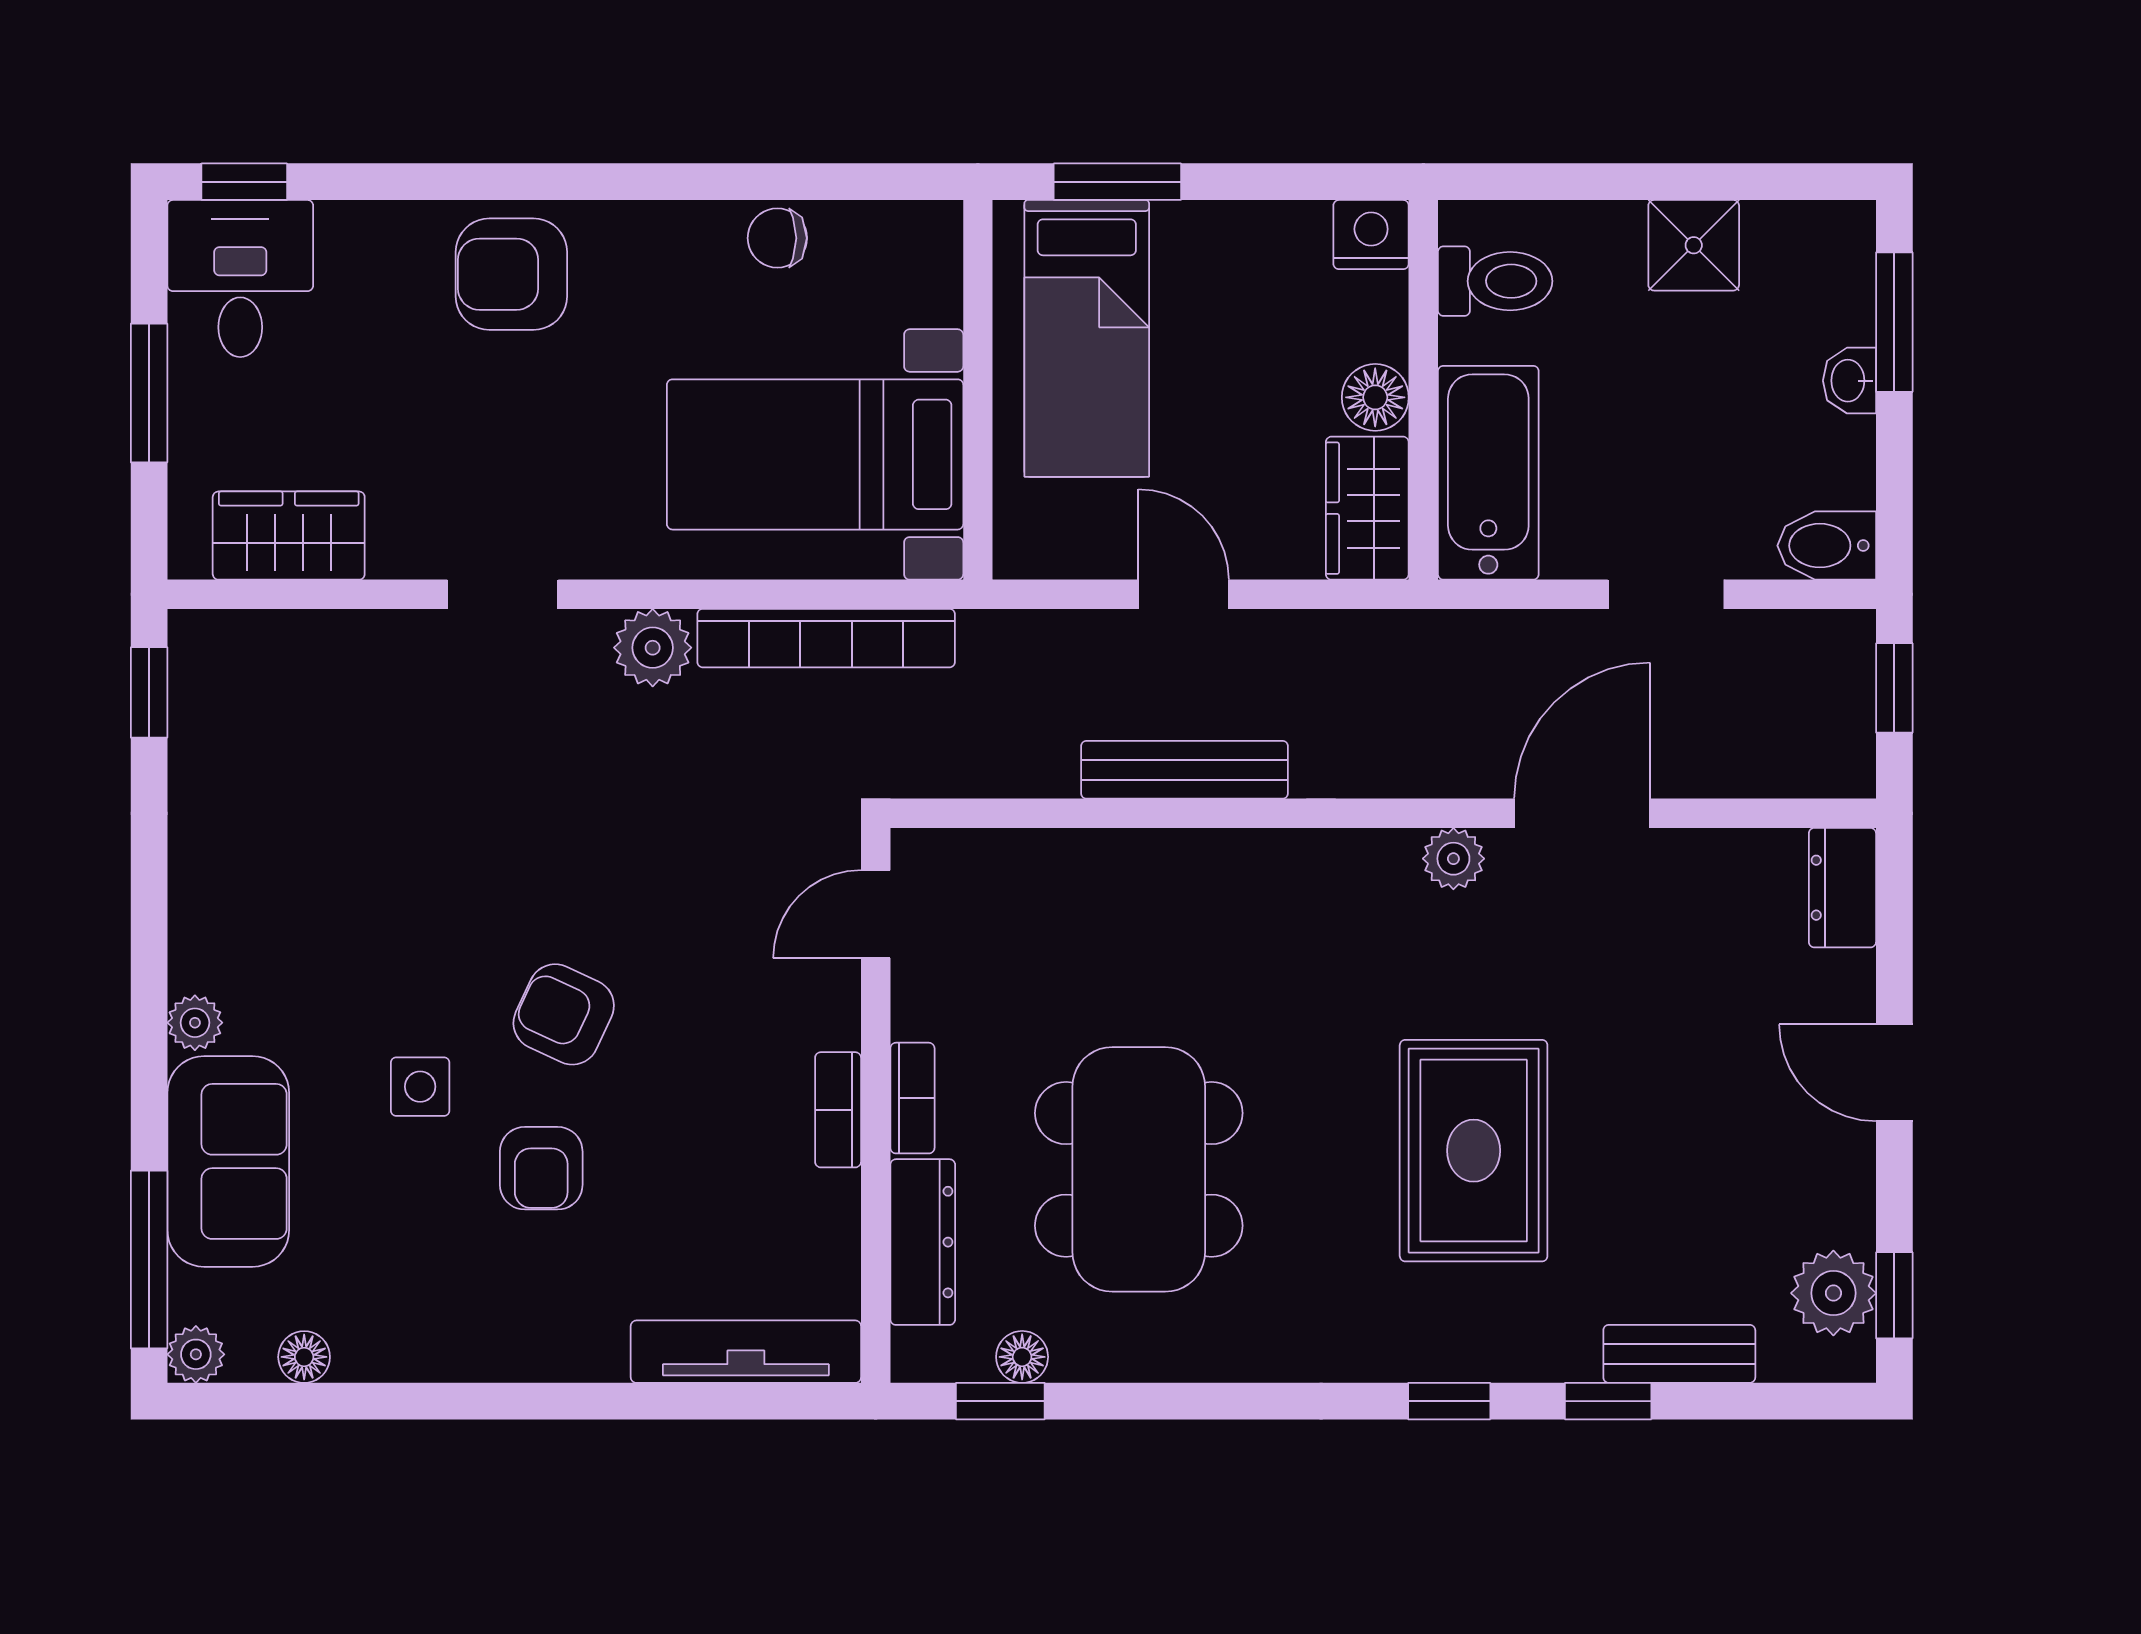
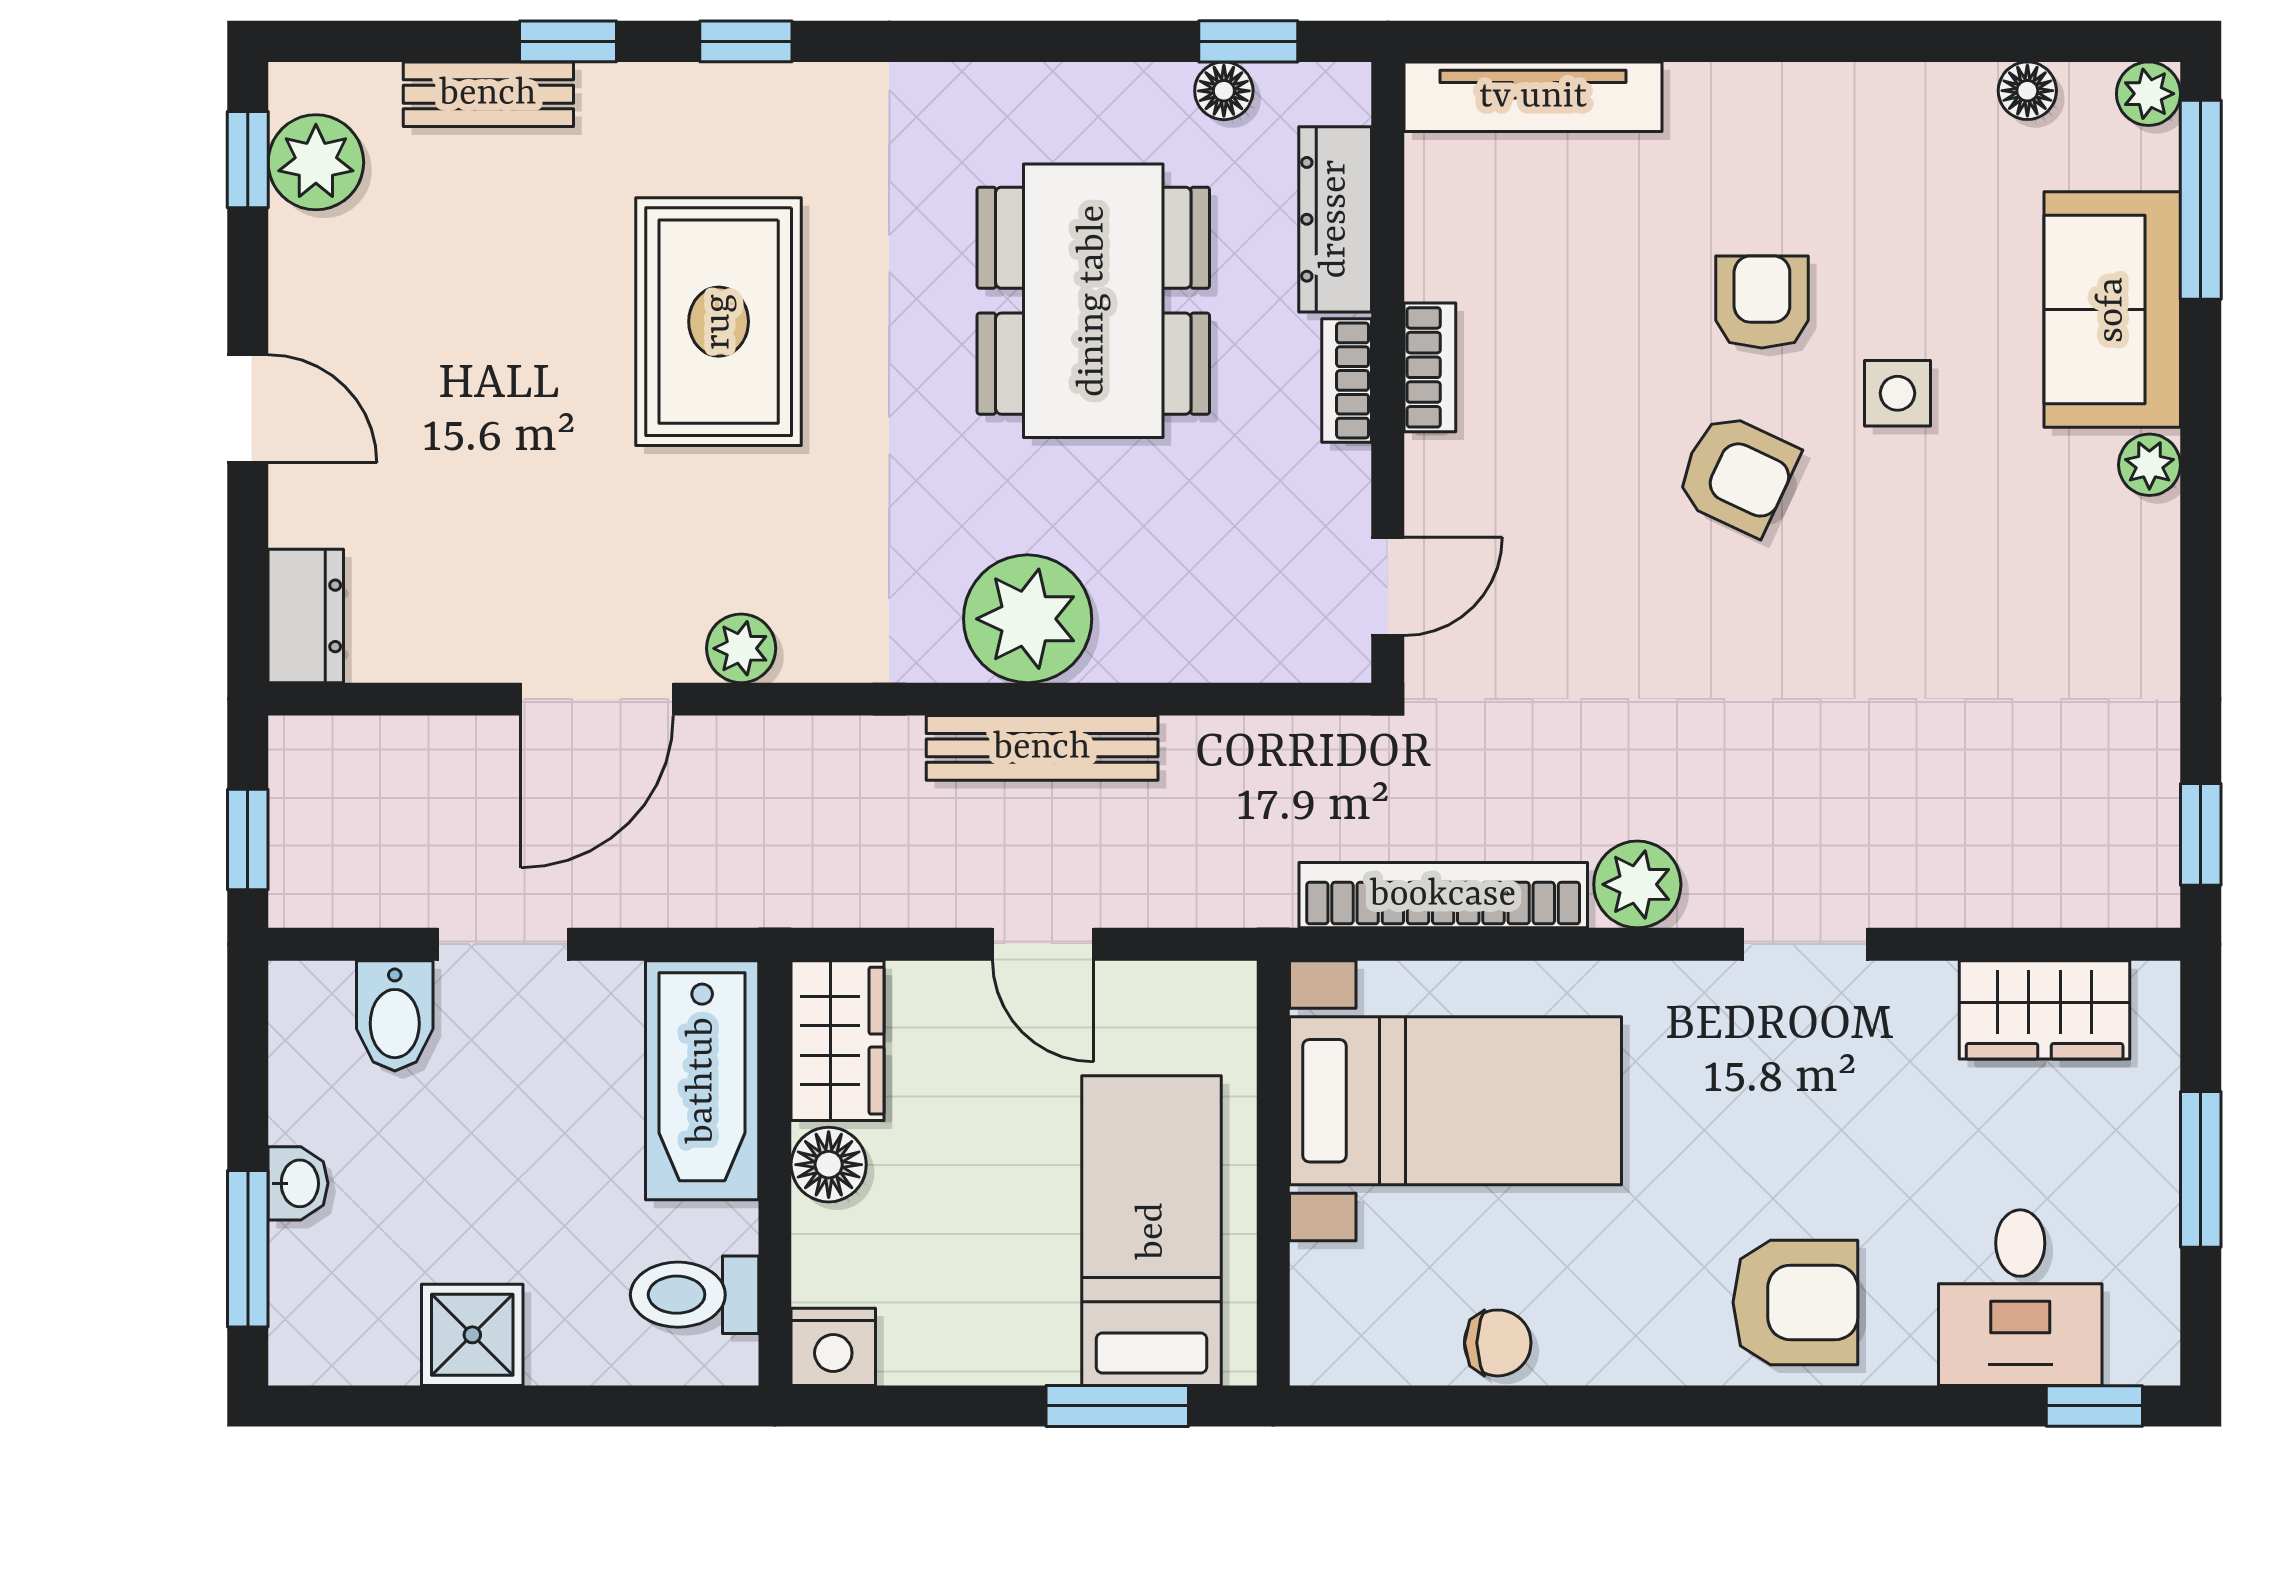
desk: (240, 279) -> (2020, 1298), moved
bidet: (1827, 546) -> (395, 1016), moved, turned 90
plant: (1198, 885) -> (1028, 619), added

